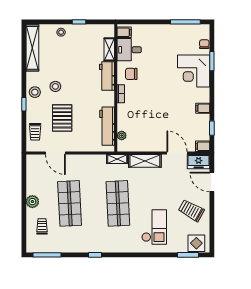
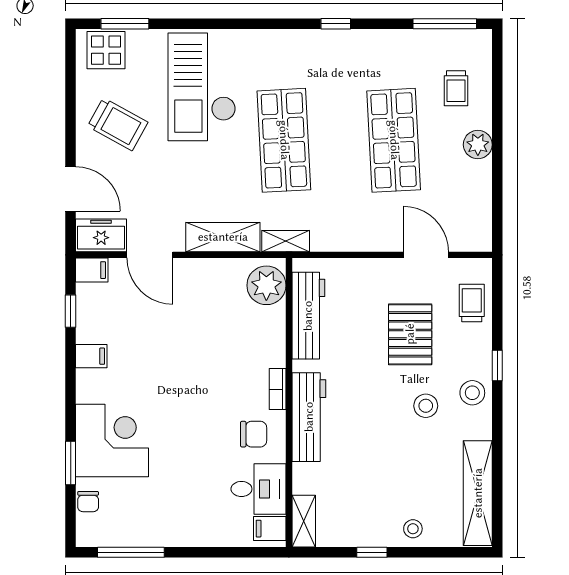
shelving: (109, 49) -> (304, 521), moved
workbench: (107, 76) -> (309, 417), width x1.37
plant: (122, 136) -> (266, 285), width x1.88, depth x1.88
checkout: (154, 227) -> (202, 87), width x1.36, depth x1.21

